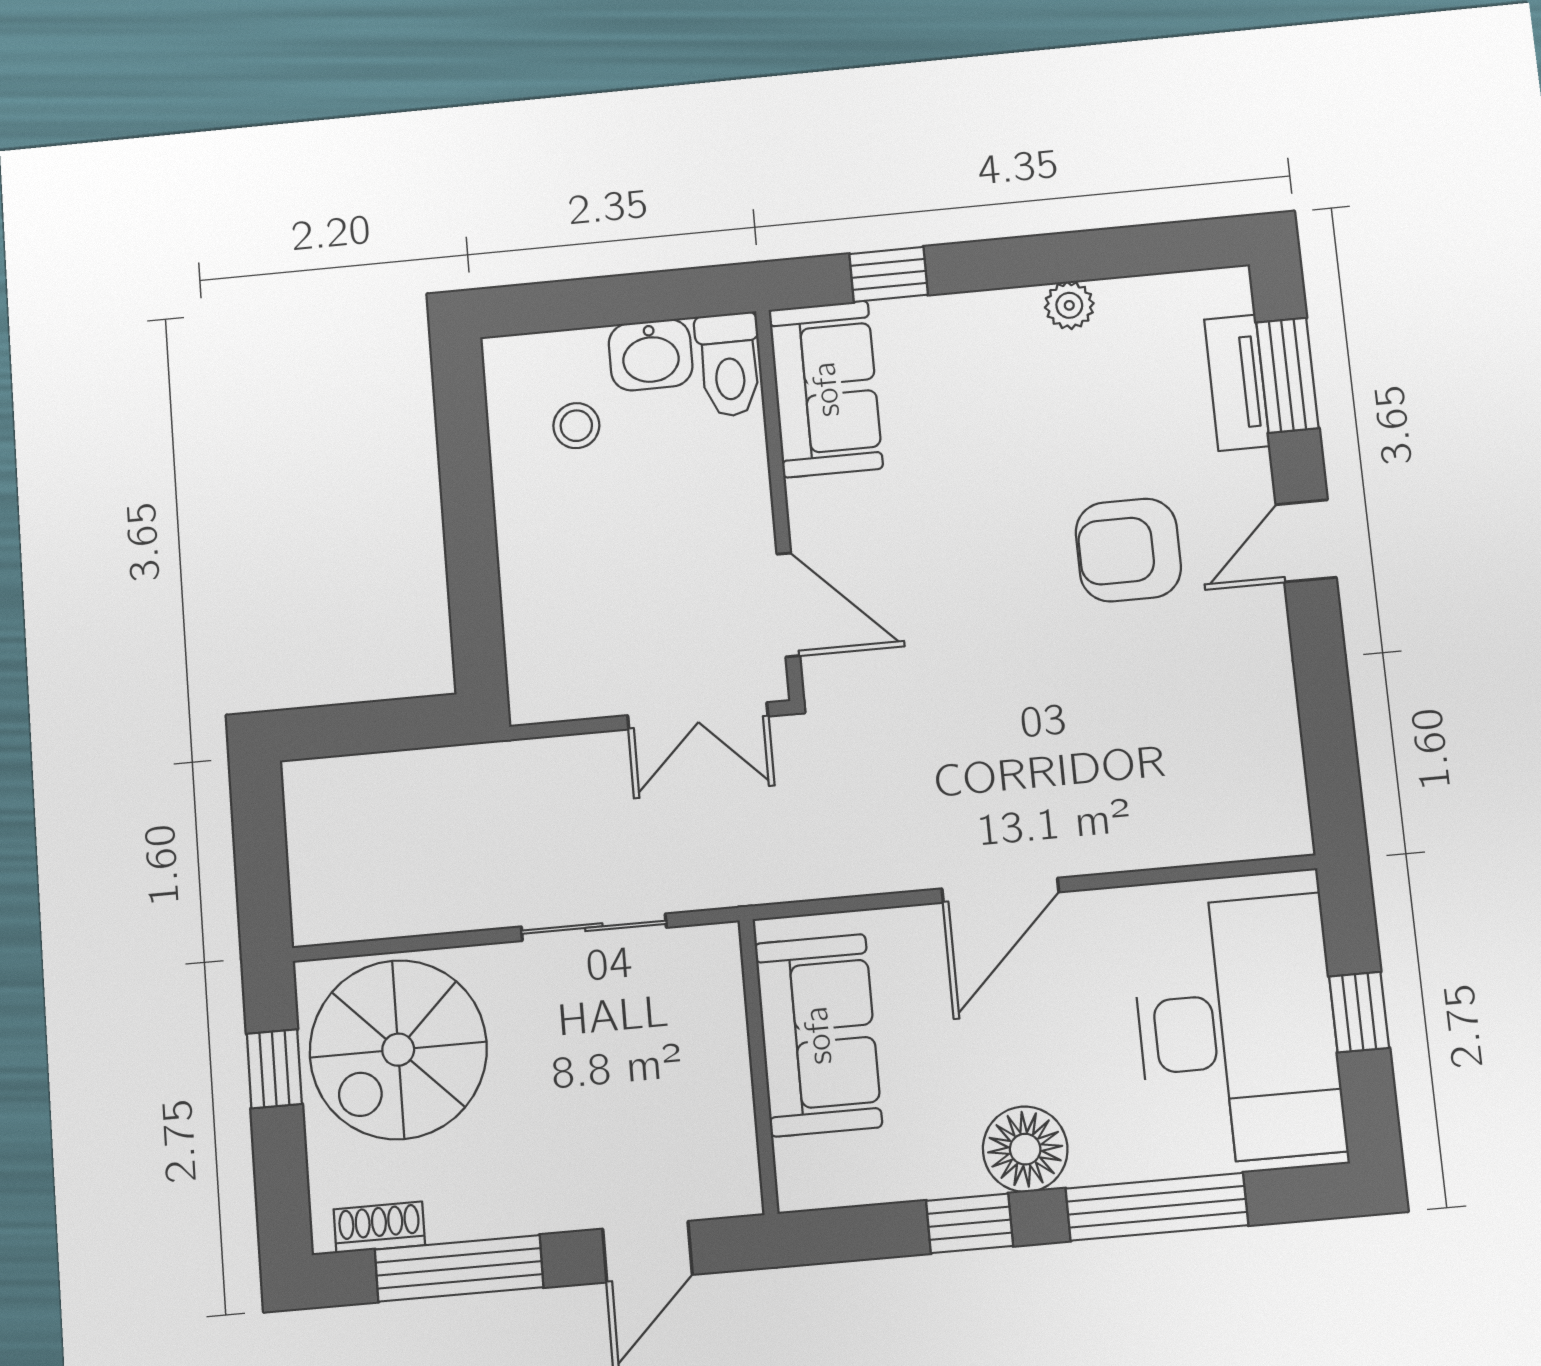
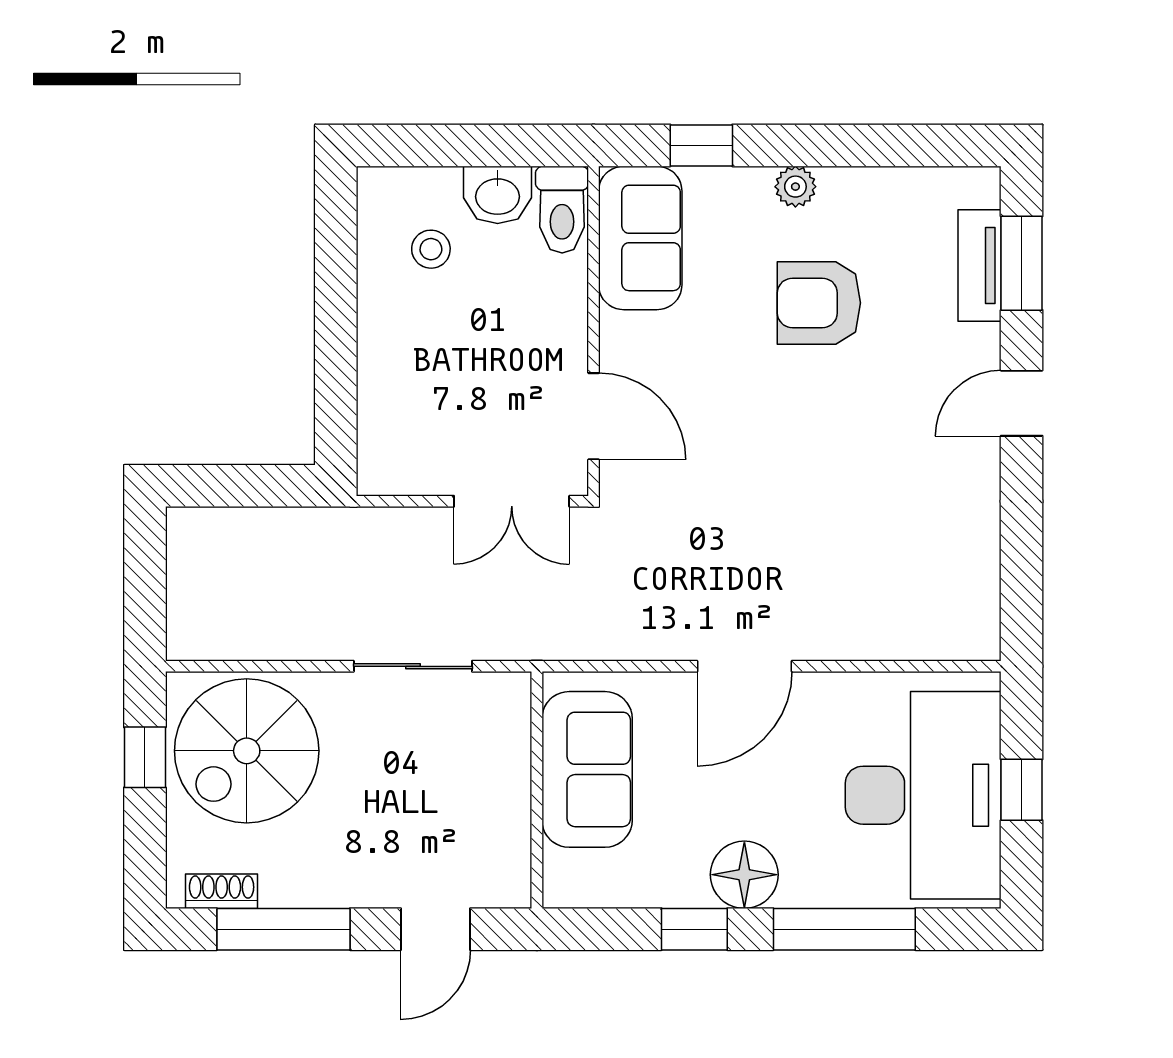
plant: (1069, 305) -> (795, 187), moved
armchair: (1128, 550) -> (819, 303), moved

